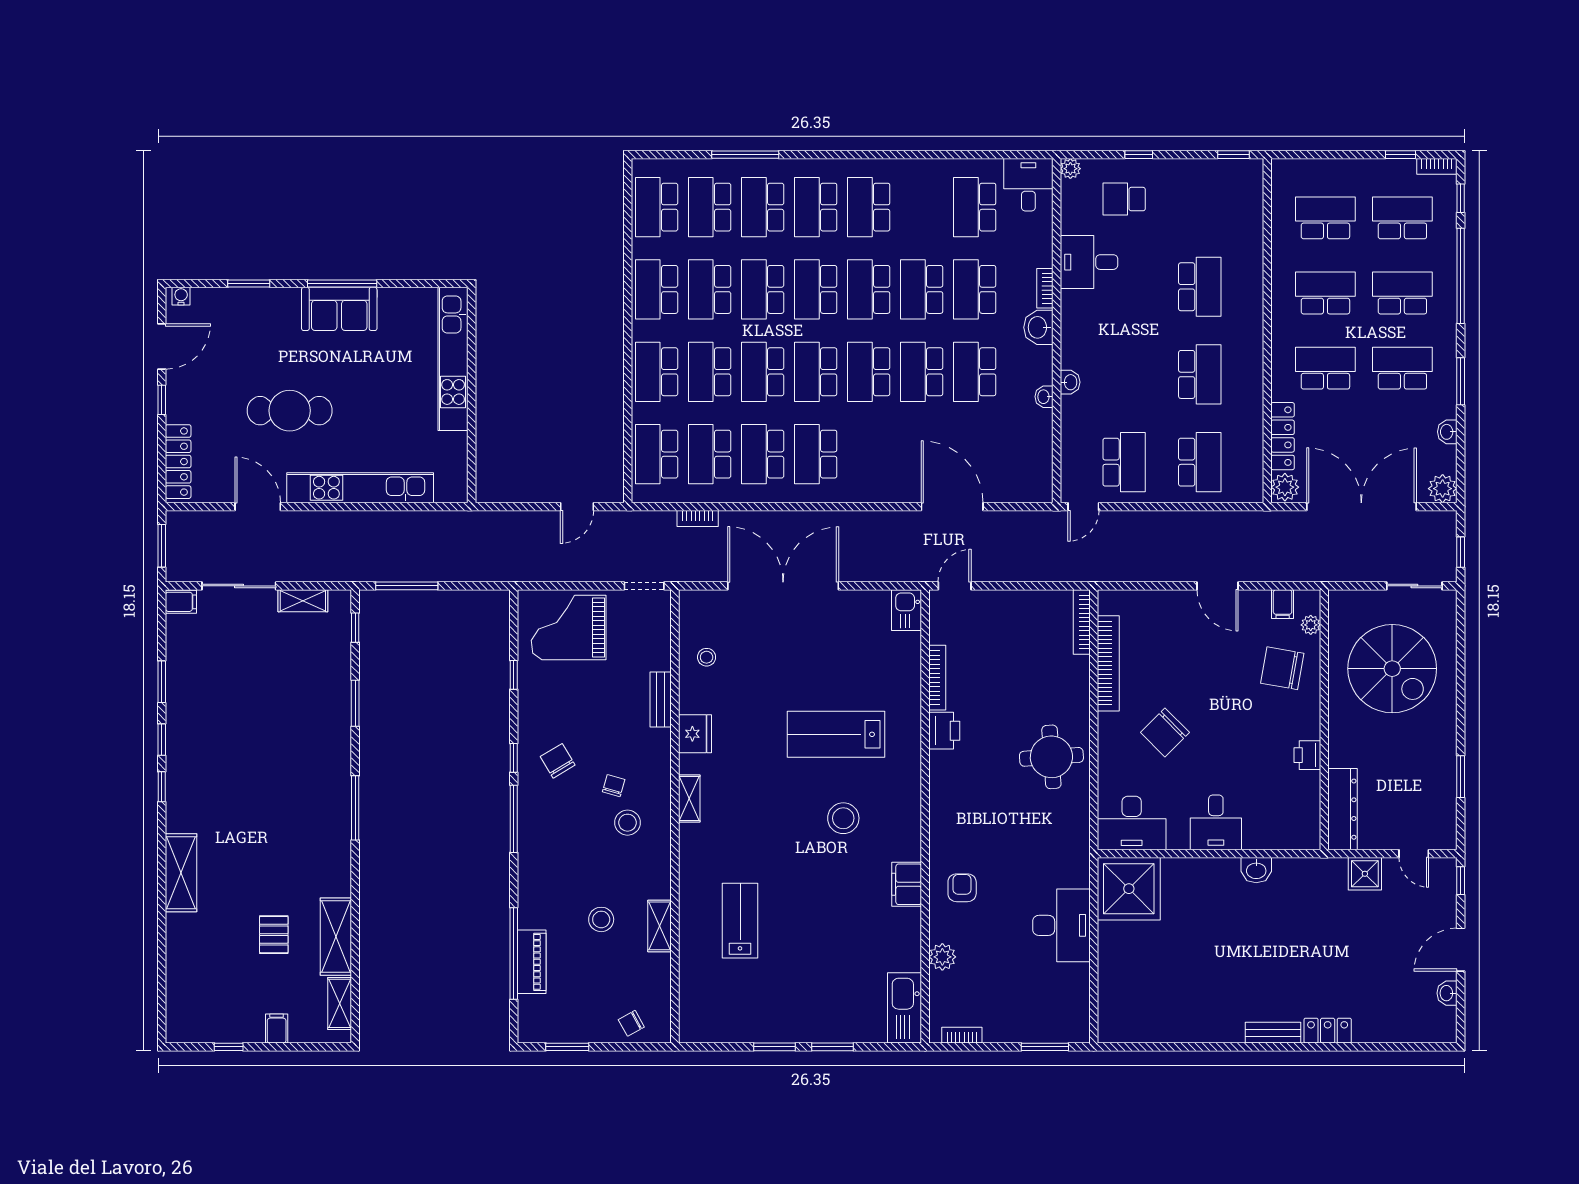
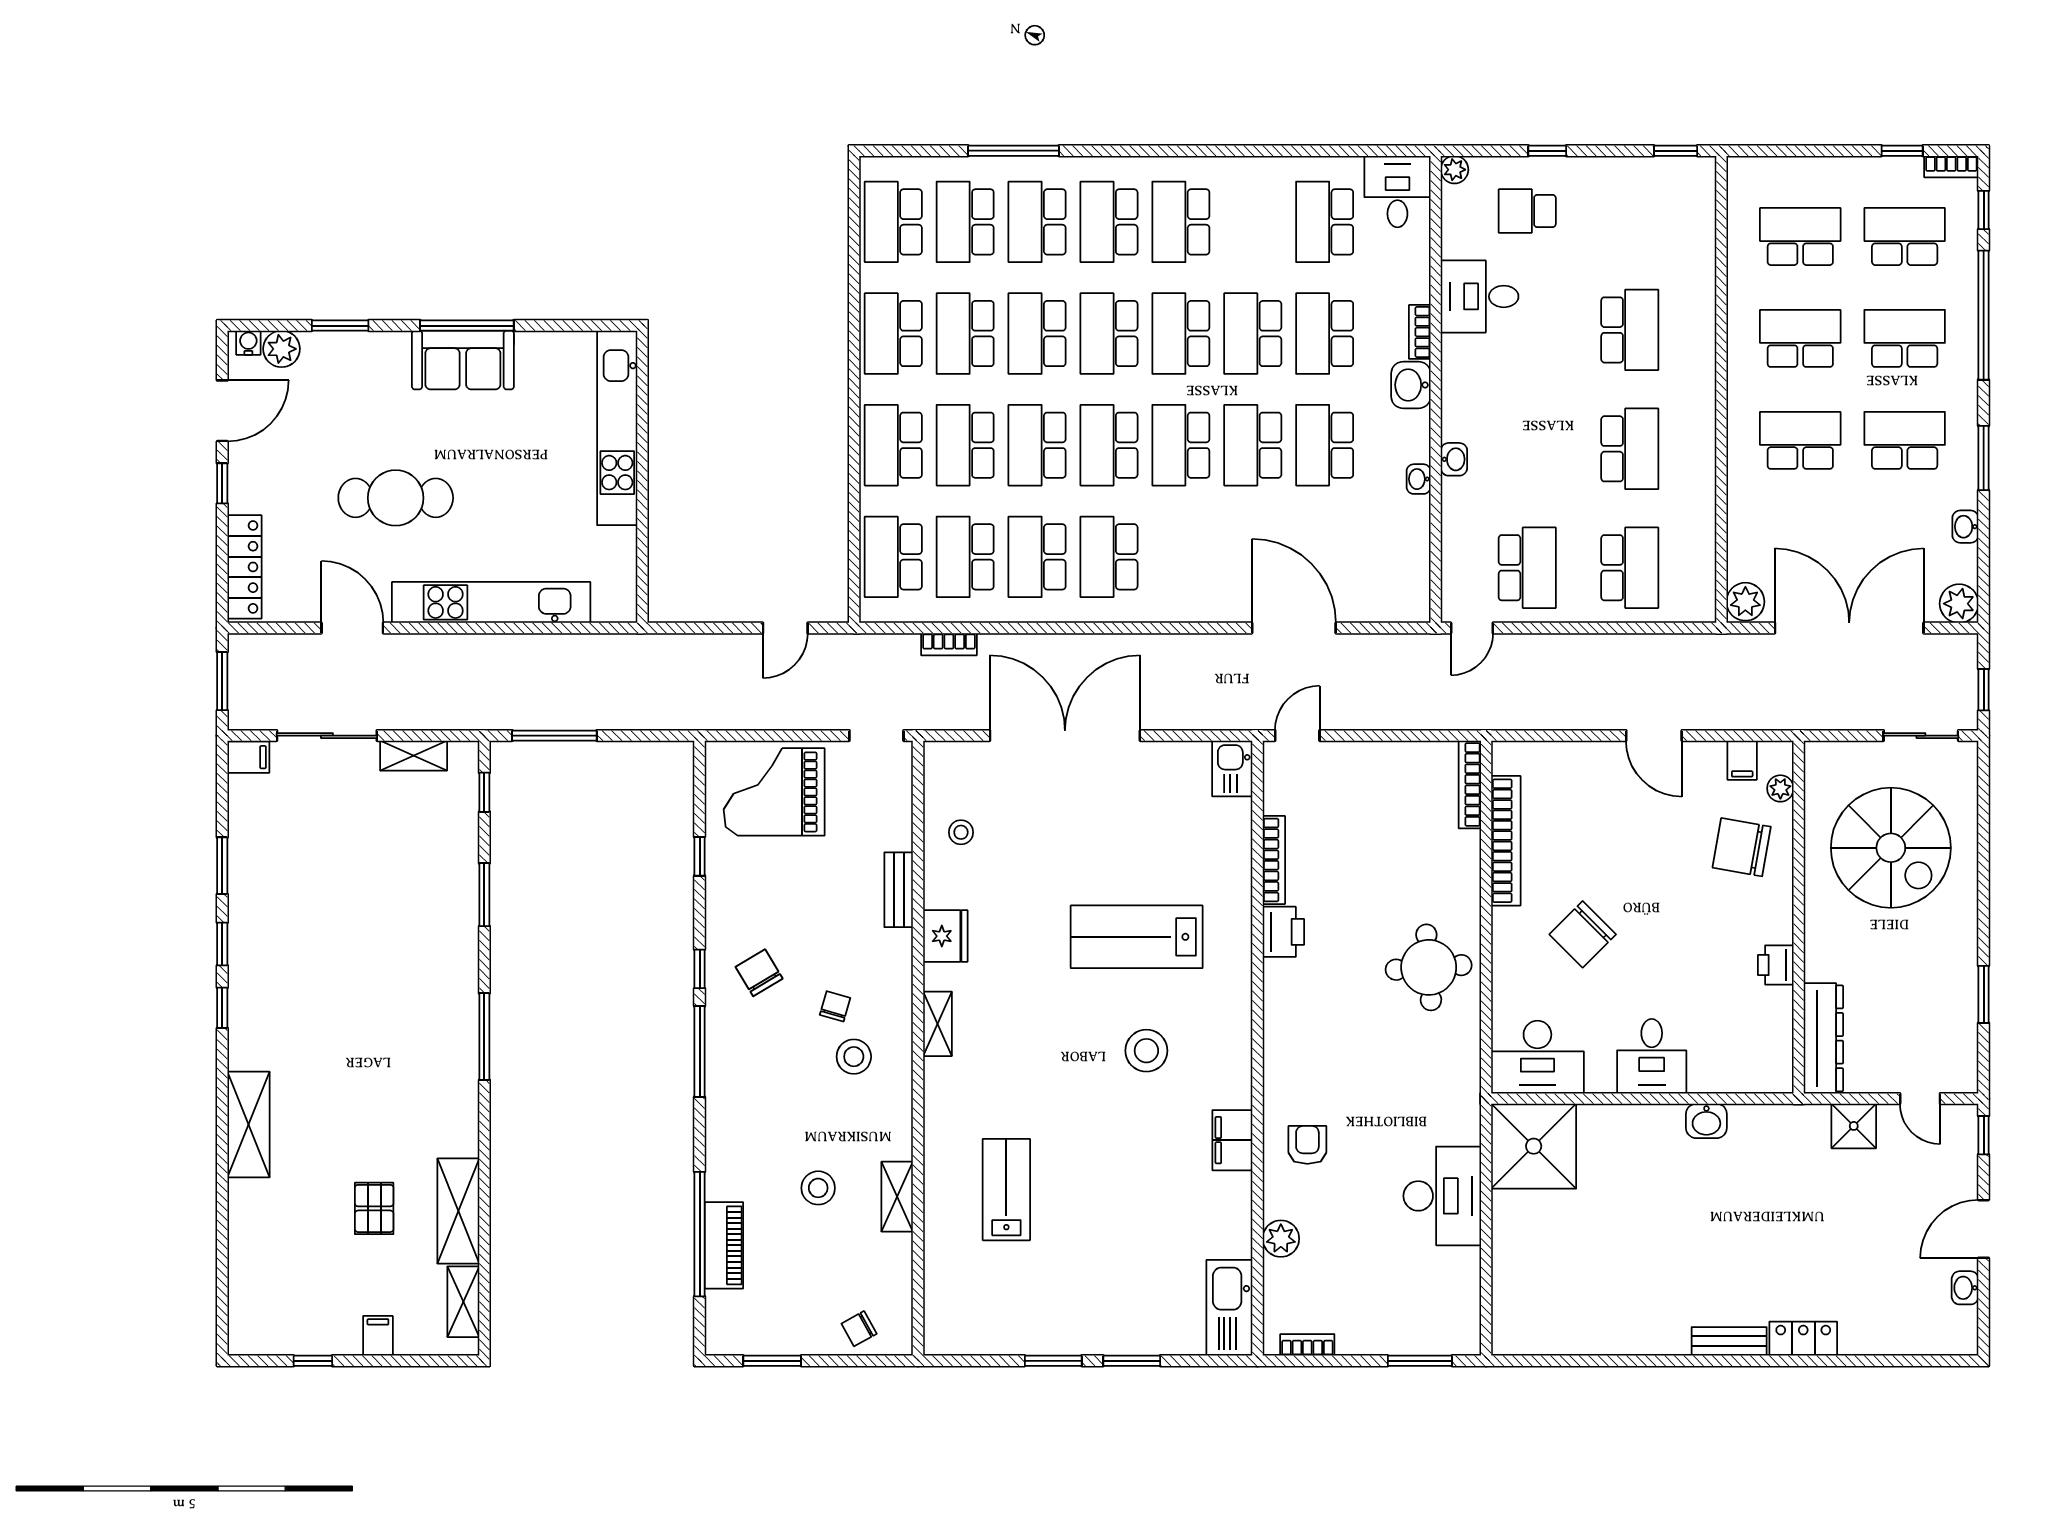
plant: (205, 301) -> (282, 349), added
locker: (1283, 436) -> (1742, 532), removed

